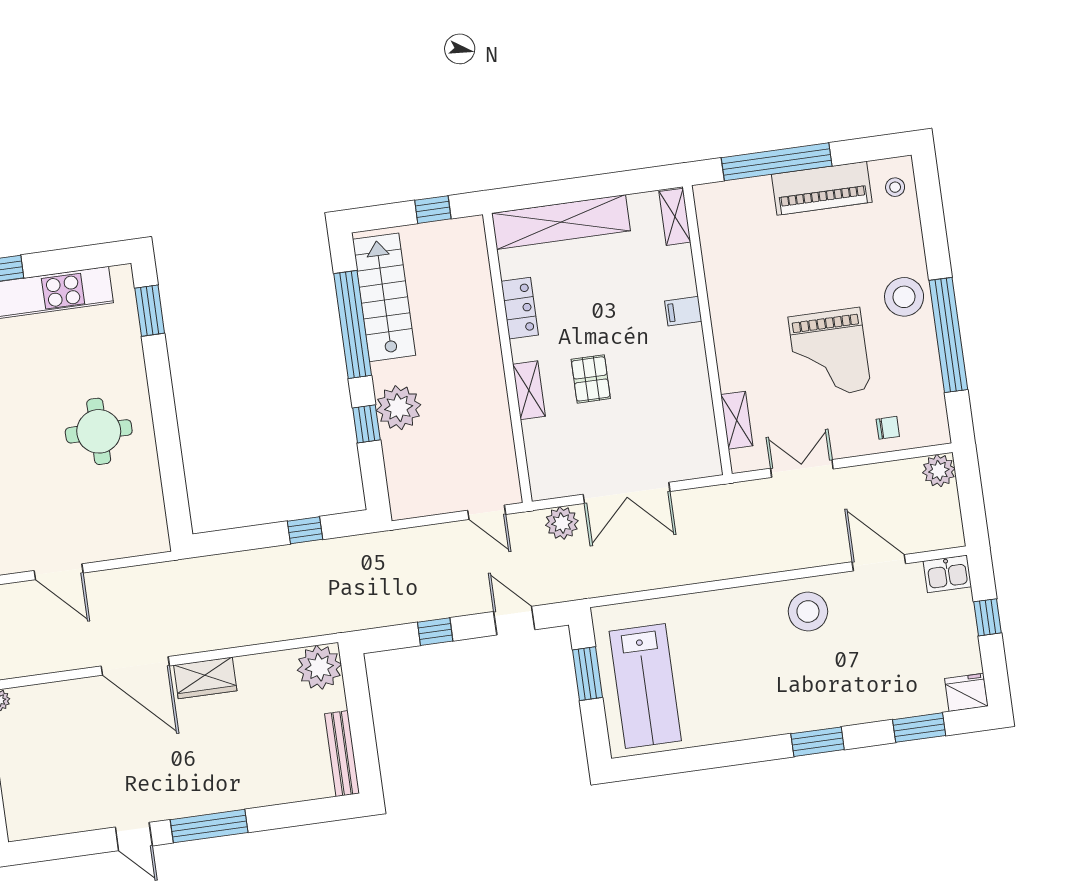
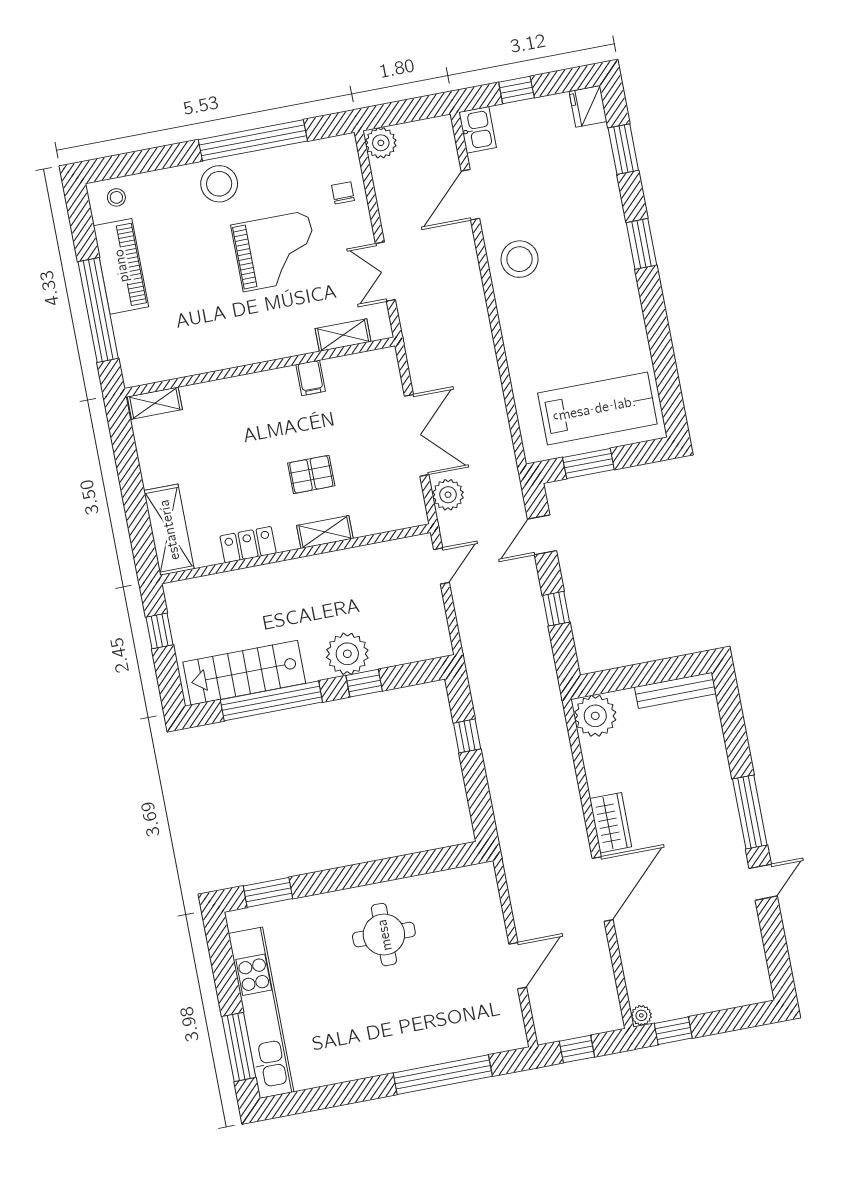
shelving: (561, 222) -> (169, 530), width x0.68
filing cabinet: (683, 311) -> (311, 378), moved

